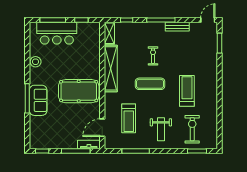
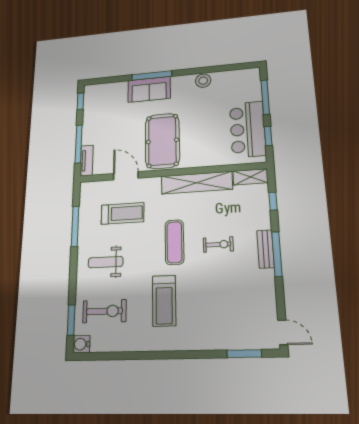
bench: (177, 27) -> (266, 249), moved
bar counter: (57, 33) -> (248, 129), moved
treadmill: (187, 91) -> (164, 301), turned 90
treadmill: (129, 118) -> (123, 213), turned 180
door: (102, 128) -> (126, 176), moved
water cooler: (212, 144) -> (81, 344), added

